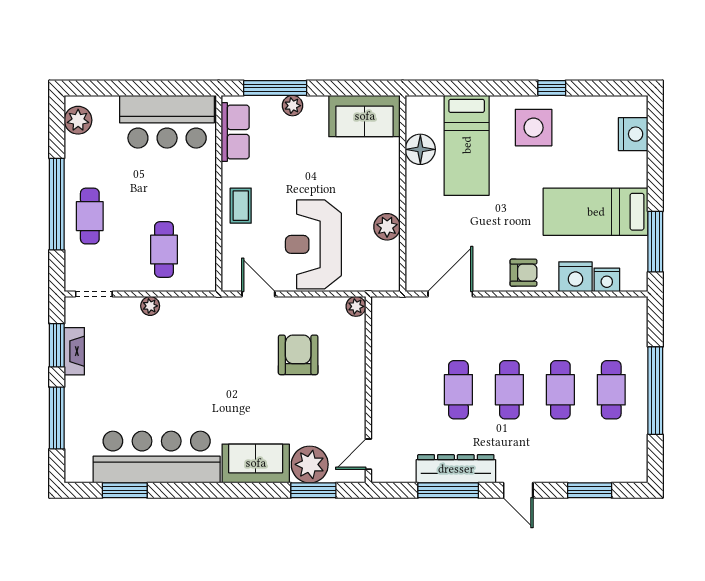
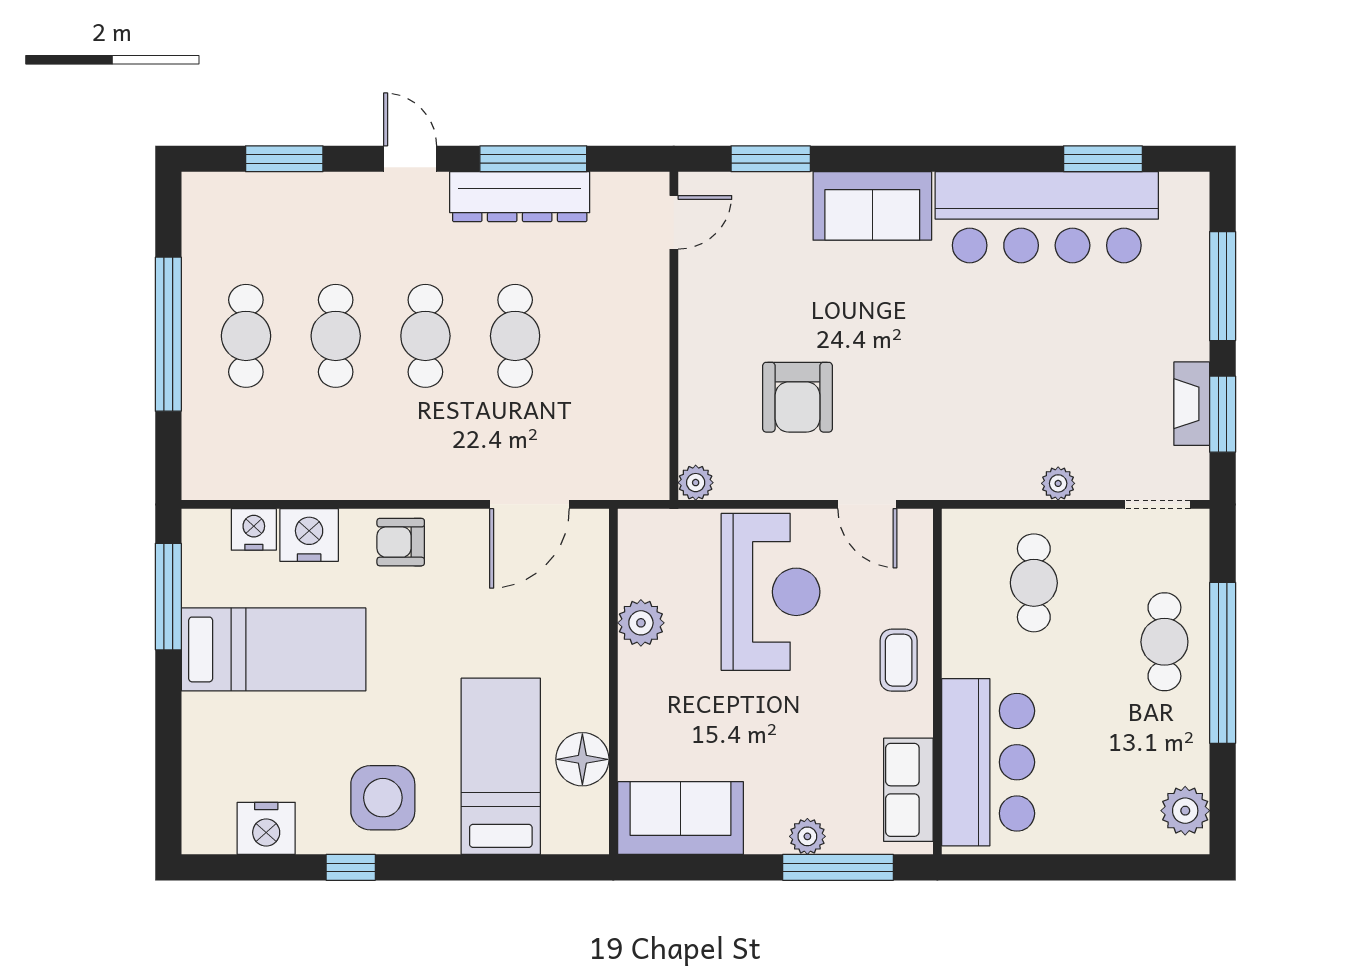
bar counter: (167, 122) -> (988, 762), moved, turned 90
nightstand: (633, 134) -> (266, 828), moved, turned -90
plant: (310, 464) -> (777, 204), removed

